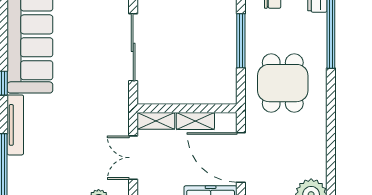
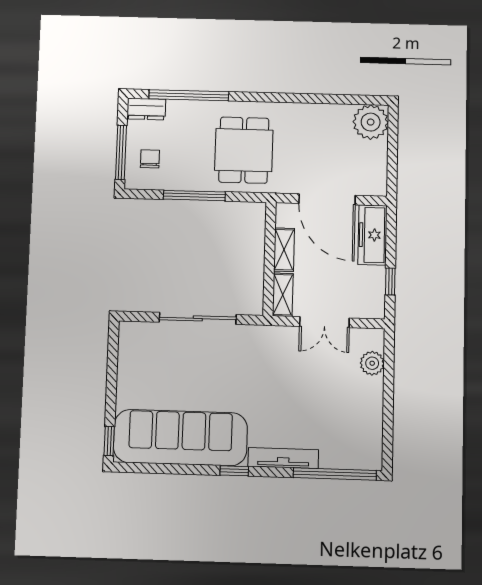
dining table: (283, 83) -> (244, 150), turned 90
door: (241, 157) -> (327, 199), hinge flipped

